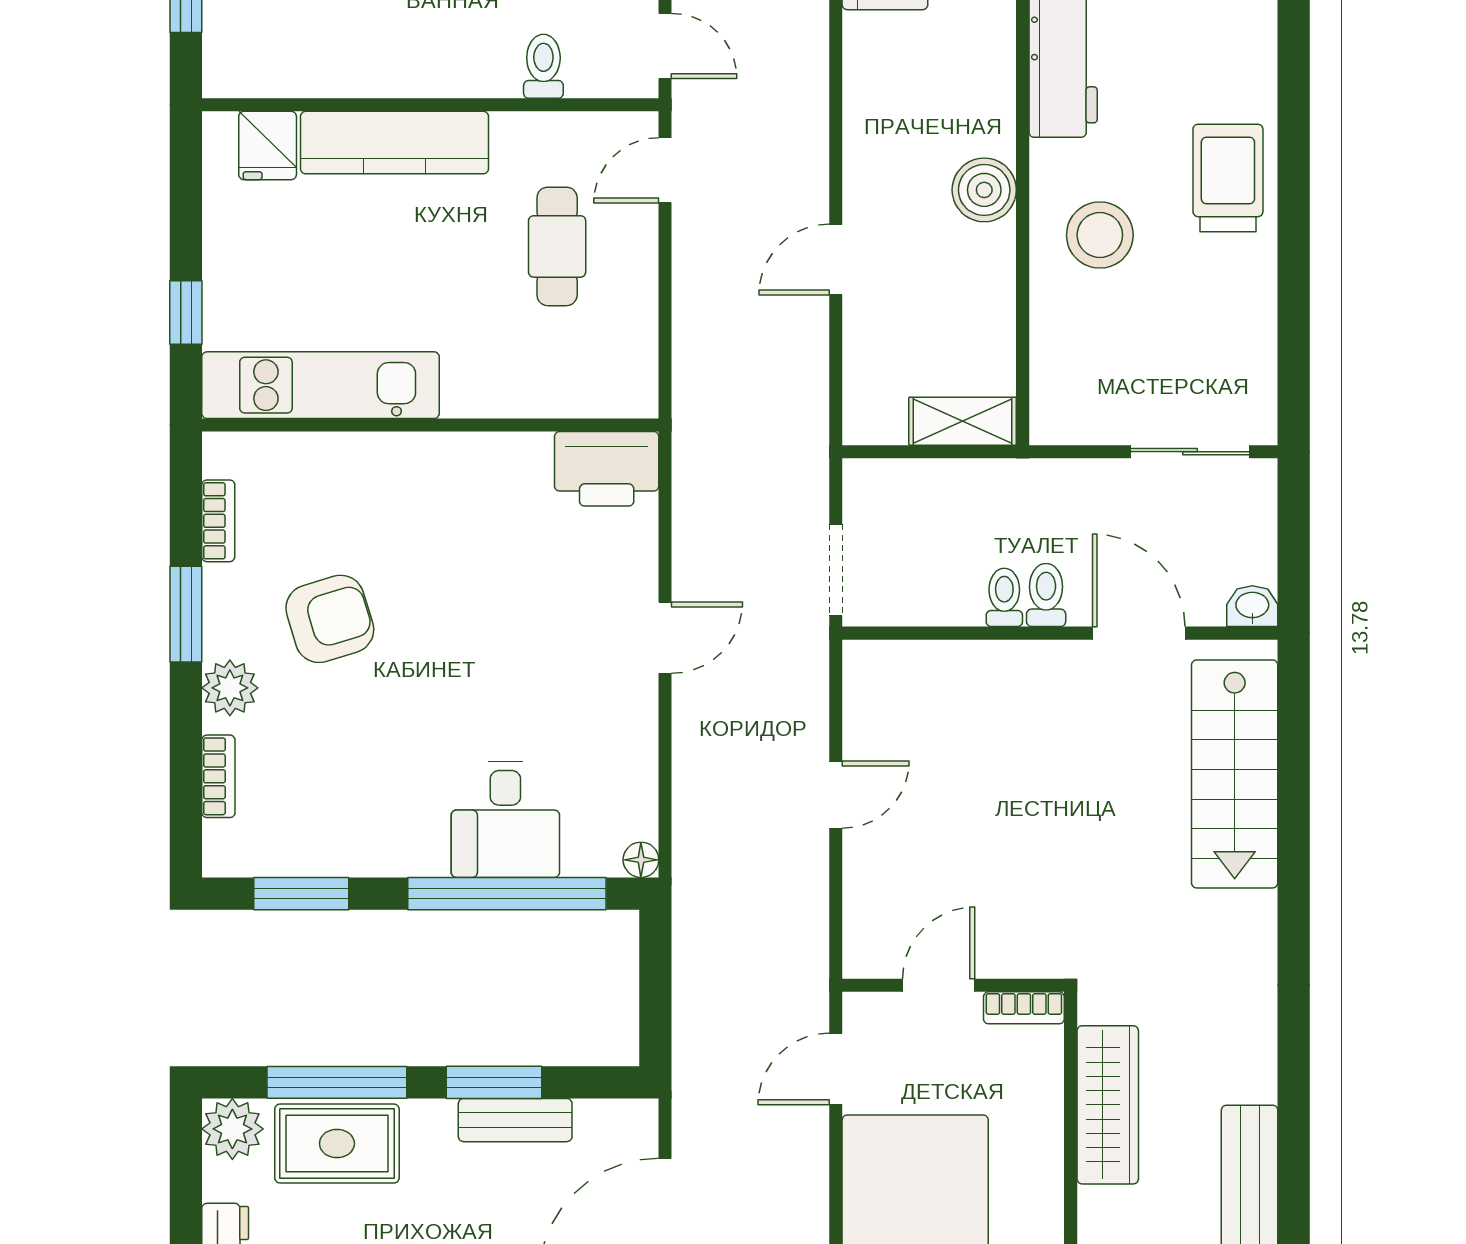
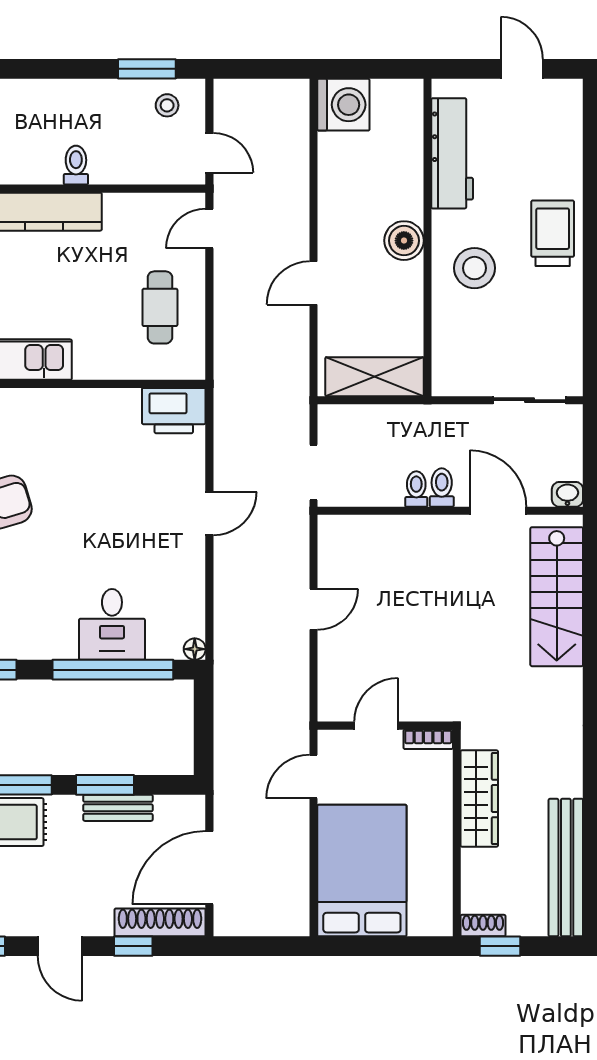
toilet: (543, 66) -> (76, 165), moved
cafe table: (557, 246) -> (160, 307), moved
shelving: (963, 421) -> (374, 377), width x1.50, depth x1.33

